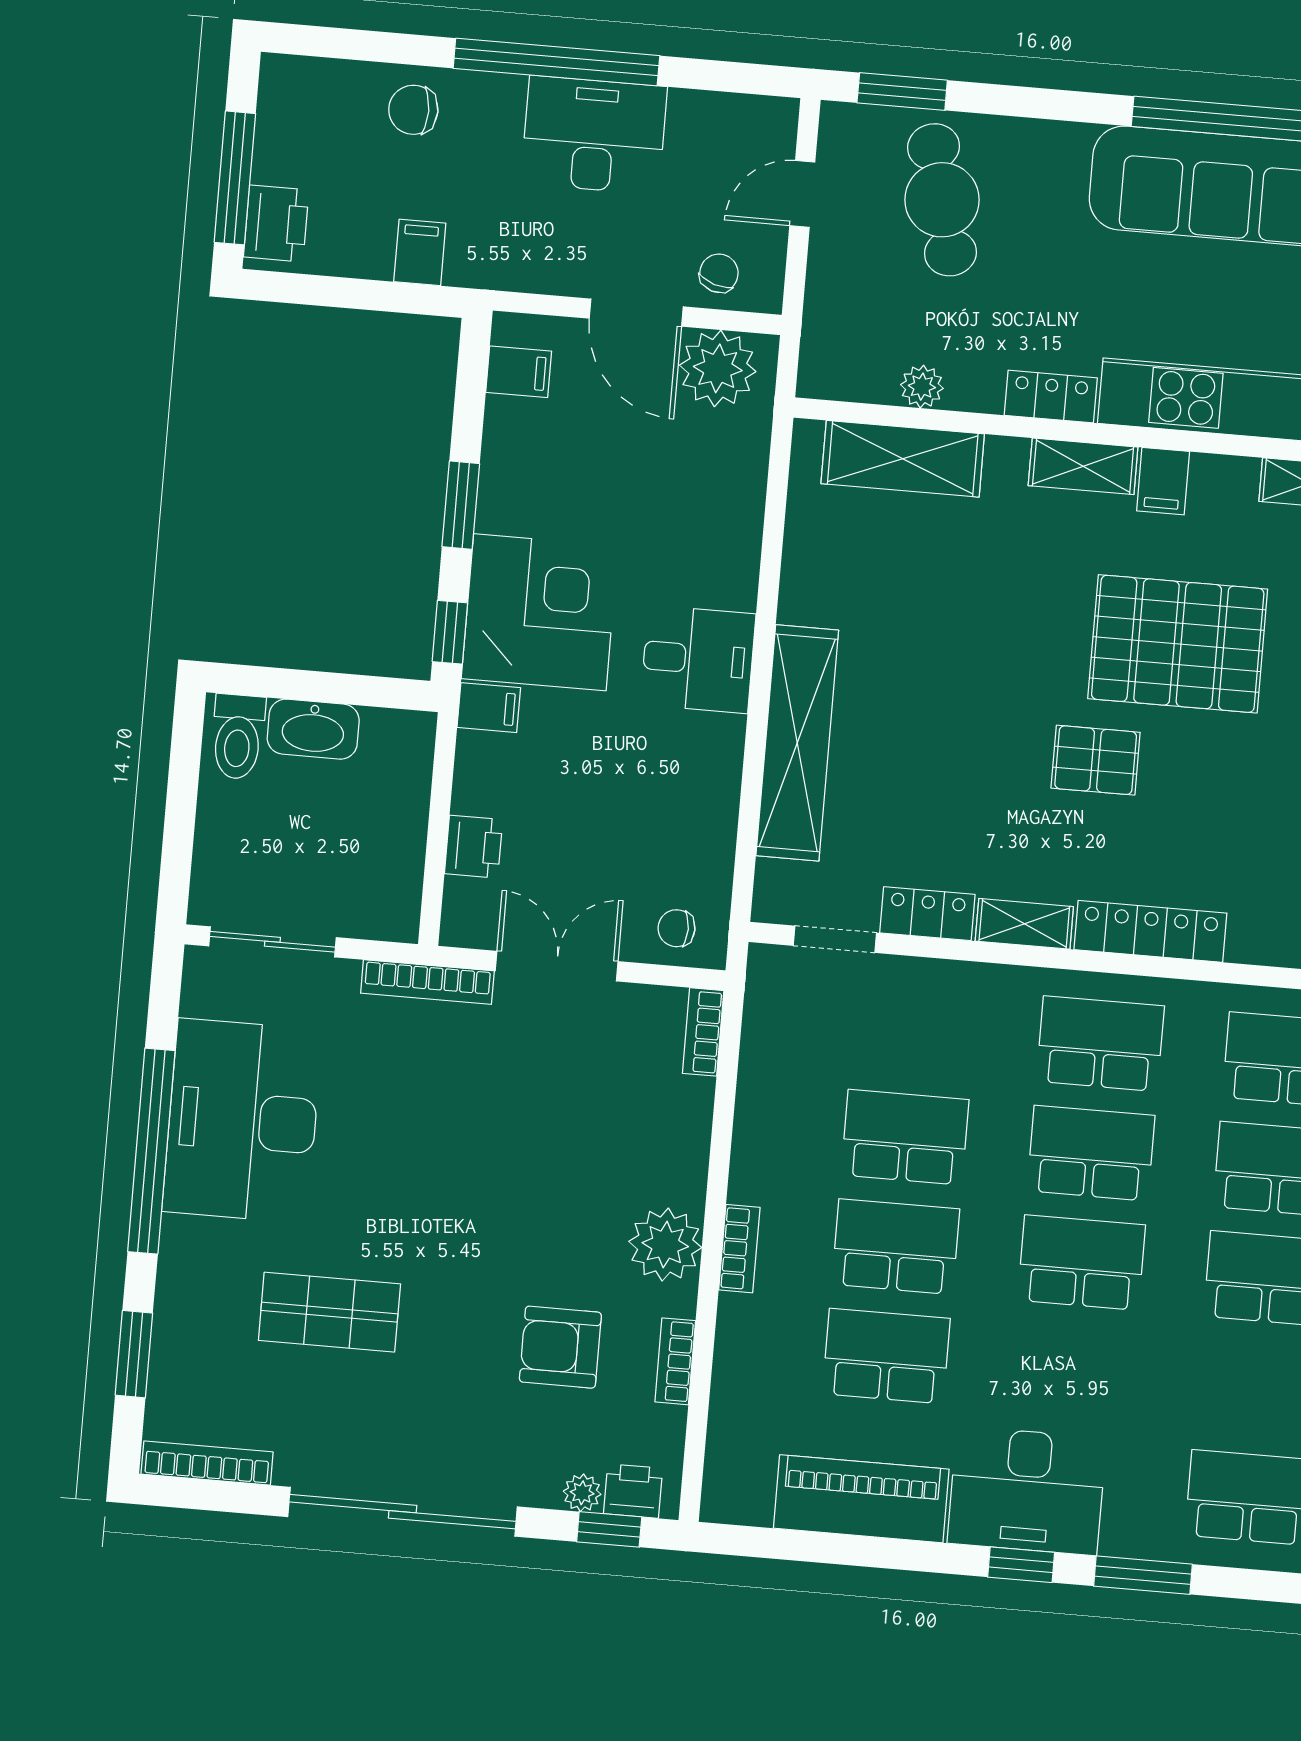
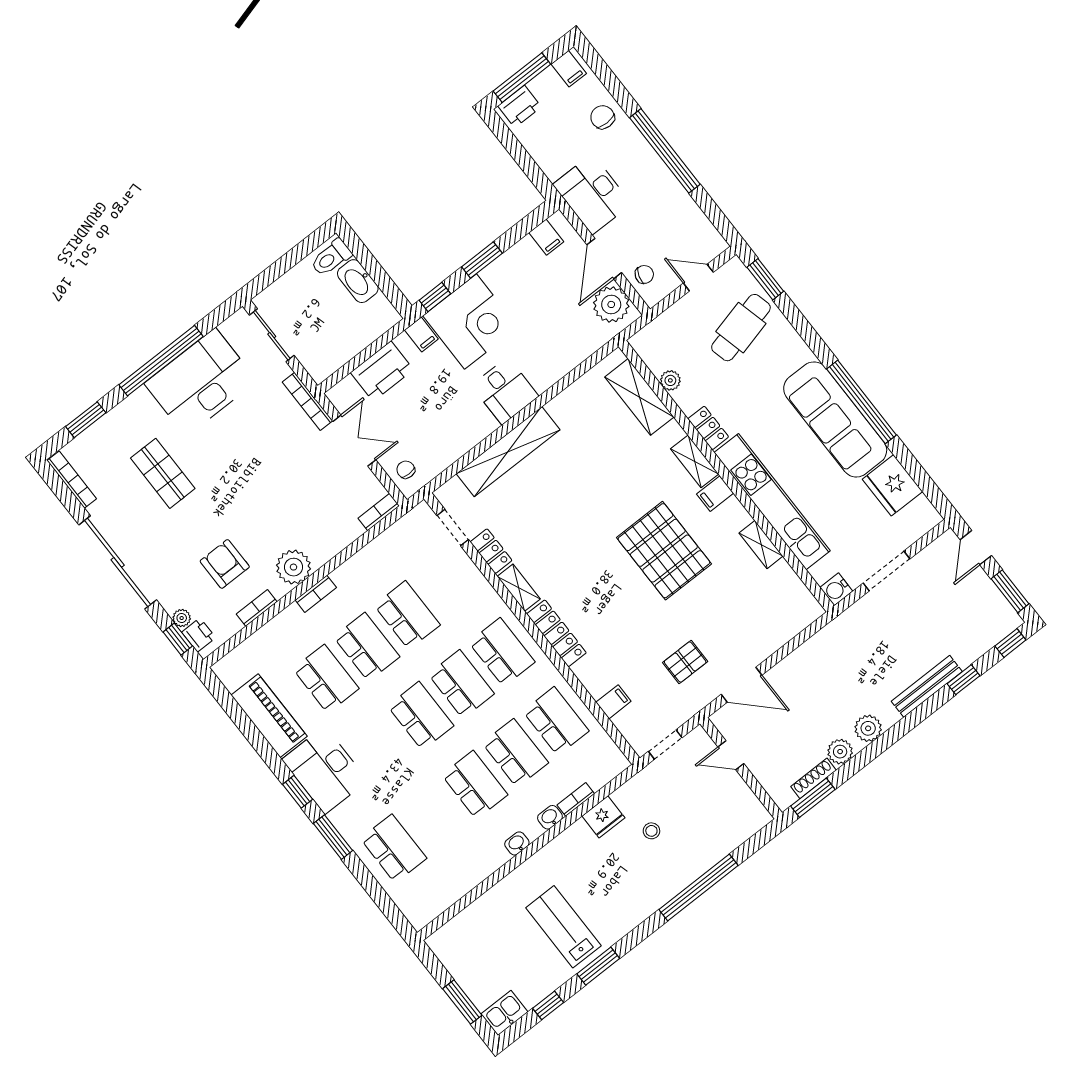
desk: (594, 135) -> (592, 194), moved, turned 180
filing cabinet: (420, 252) -> (569, 69), moved, turned 90
pallet: (1096, 760) -> (598, 560), removed
printer: (474, 847) -> (382, 371), width x1.87, depth x1.48

